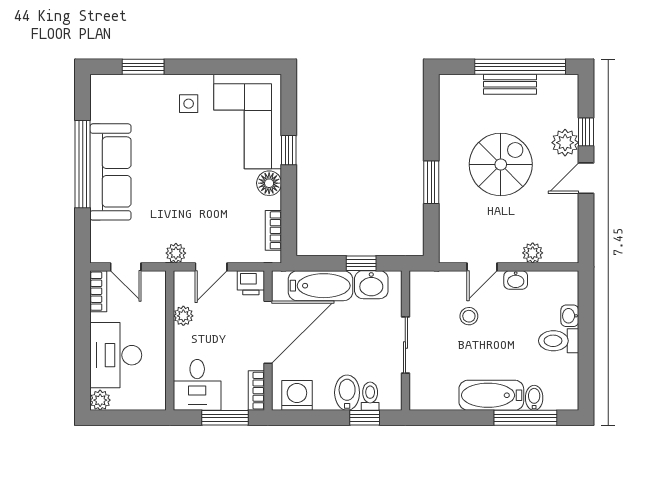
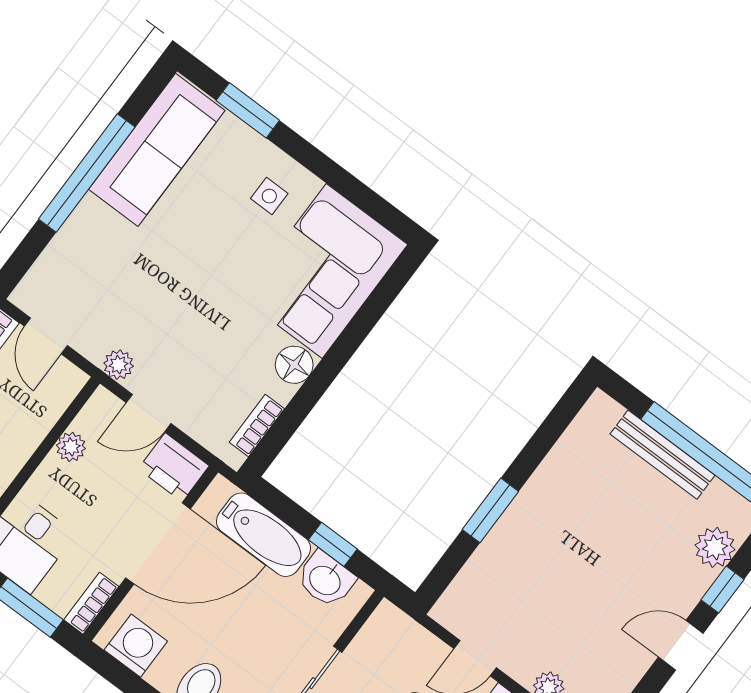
bench: (510, 84) -> (662, 455), width x1.36
plant: (565, 143) -> (715, 547), moved
window: (289, 150) -> (348, 343), removed
spiral stairs: (501, 164) -> (590, 552), removed
sofa: (110, 172) -> (157, 150), moved
printer: (251, 283) -> (174, 467), width x1.36, depth x1.24

